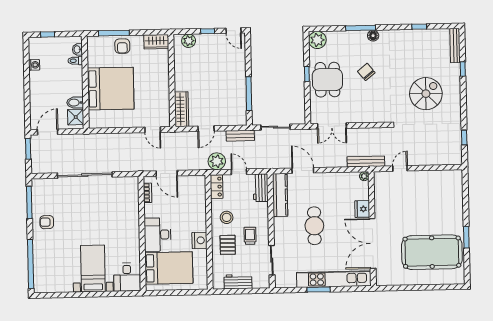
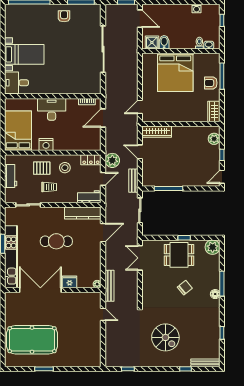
pool table: (432, 252) -> (32, 340), turned 90
bed: (169, 268) -> (18, 131), moved, turned 180

